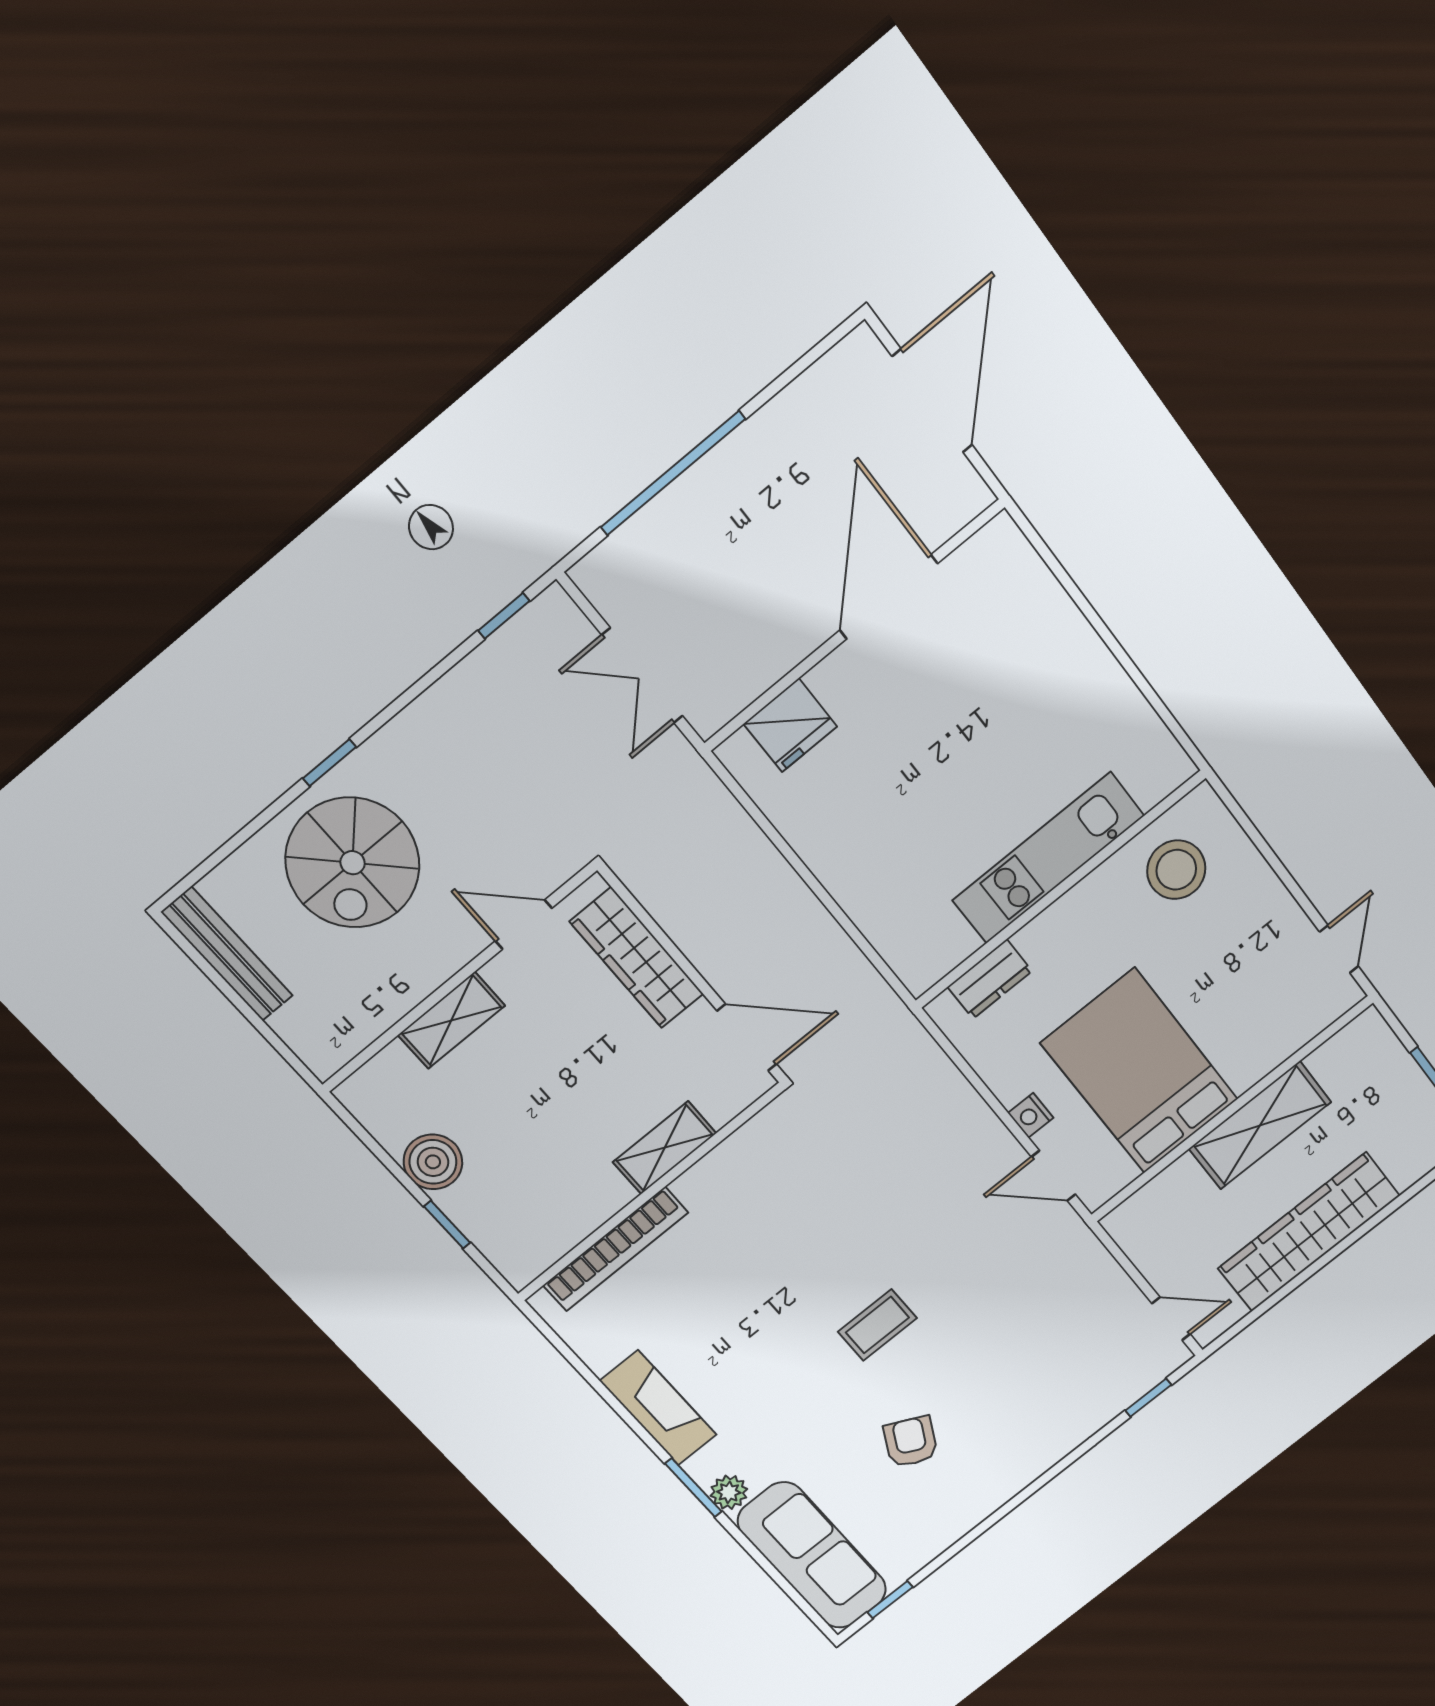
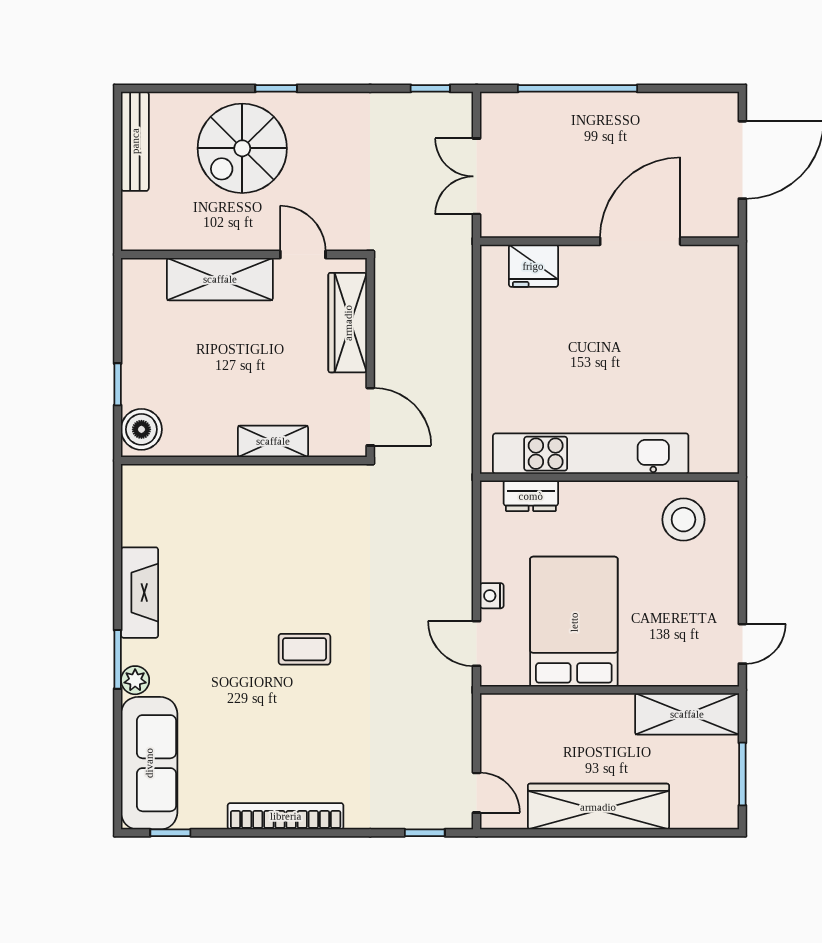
kitchen unit: (1048, 858) -> (591, 454), width x1.36
shelving: (451, 1020) -> (220, 279), width x1.50, depth x1.33
shelving: (1260, 1125) -> (687, 714), moved
boiler: (433, 1162) -> (141, 429), moved
bookcase: (616, 1249) -> (286, 816), moved, turned 180
armchair: (911, 1442) -> (265, 740), removed

